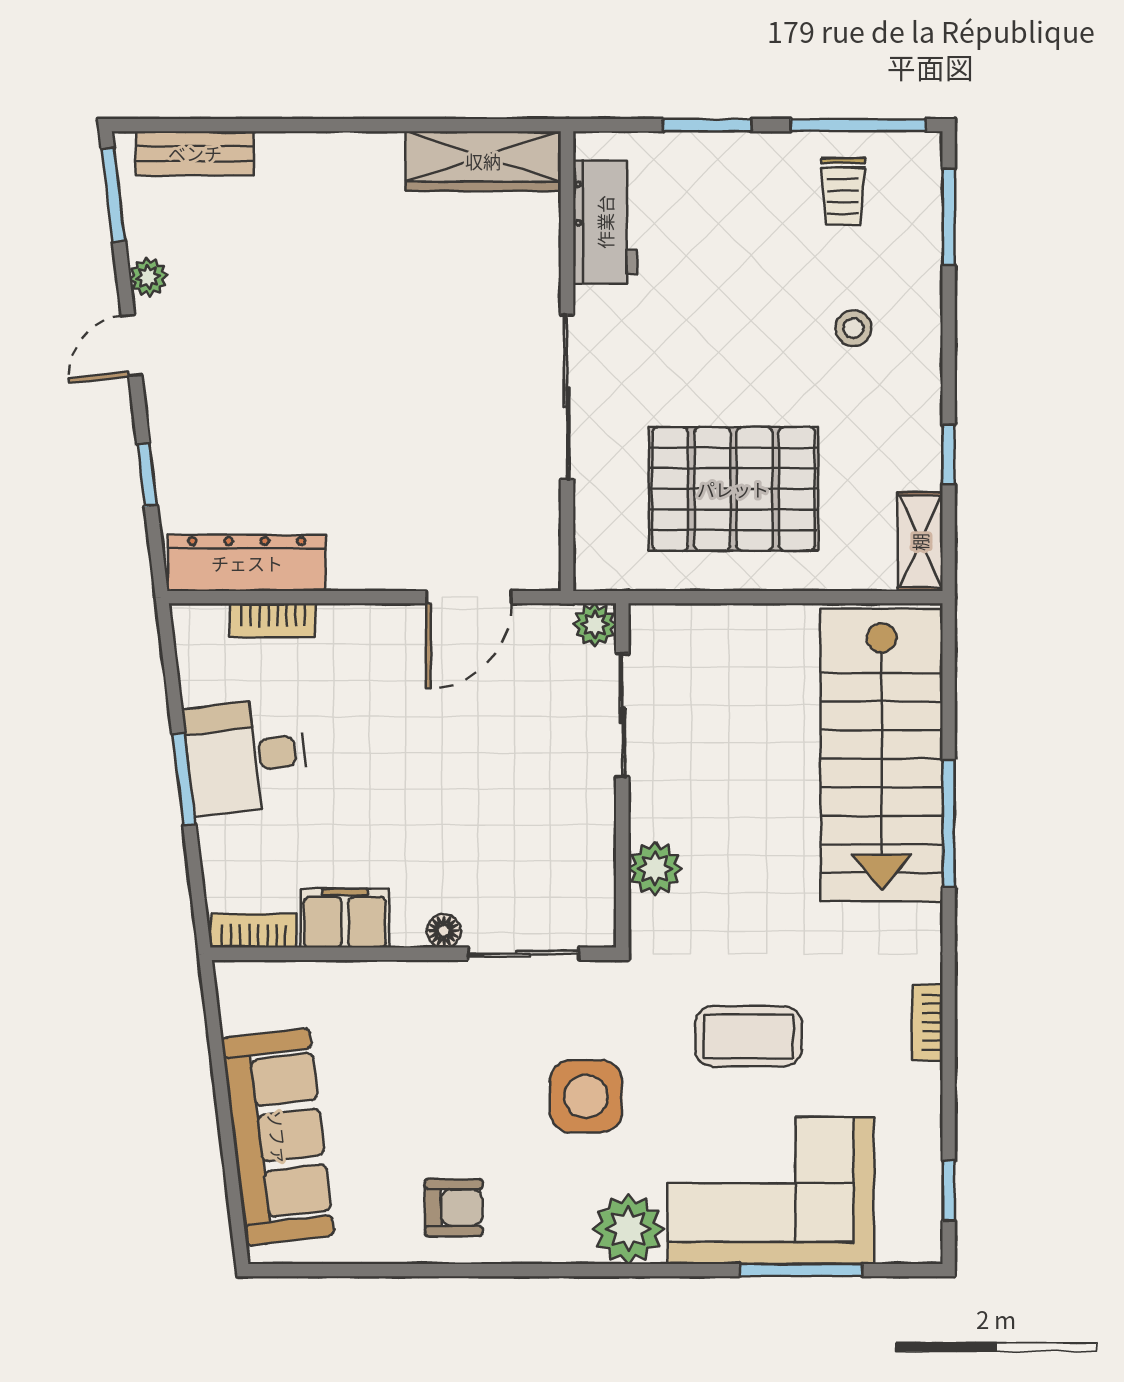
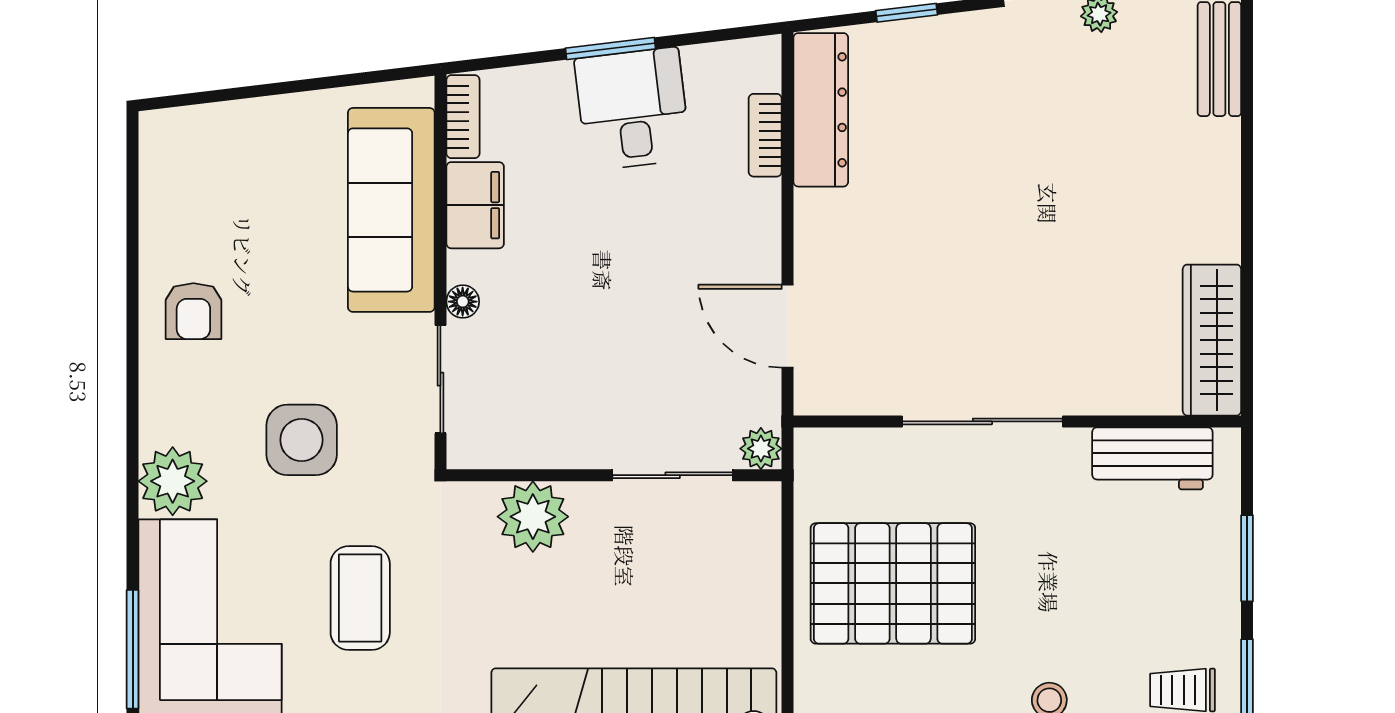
pallet: (733, 489) -> (893, 583), turned 90
plant: (655, 869) -> (533, 517), width x1.36, depth x1.36
sofa: (278, 1137) -> (391, 210), moved, turned 97

